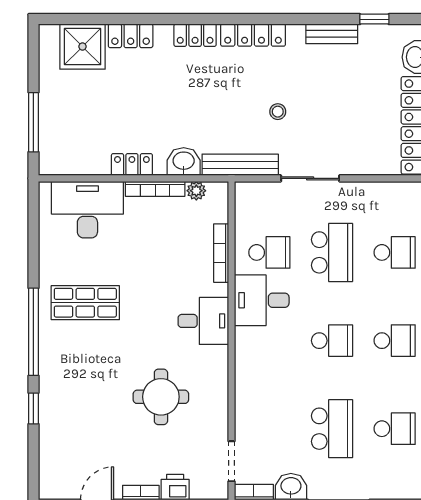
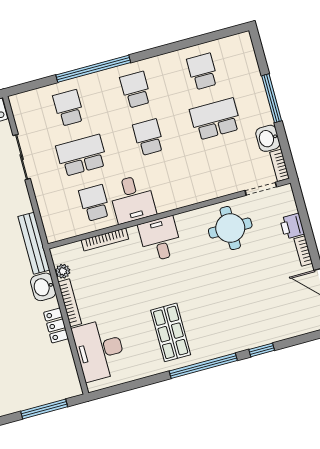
sliding door: (310, 178) -> (22, 157), moved
round table: (161, 397) -> (230, 228), moved

